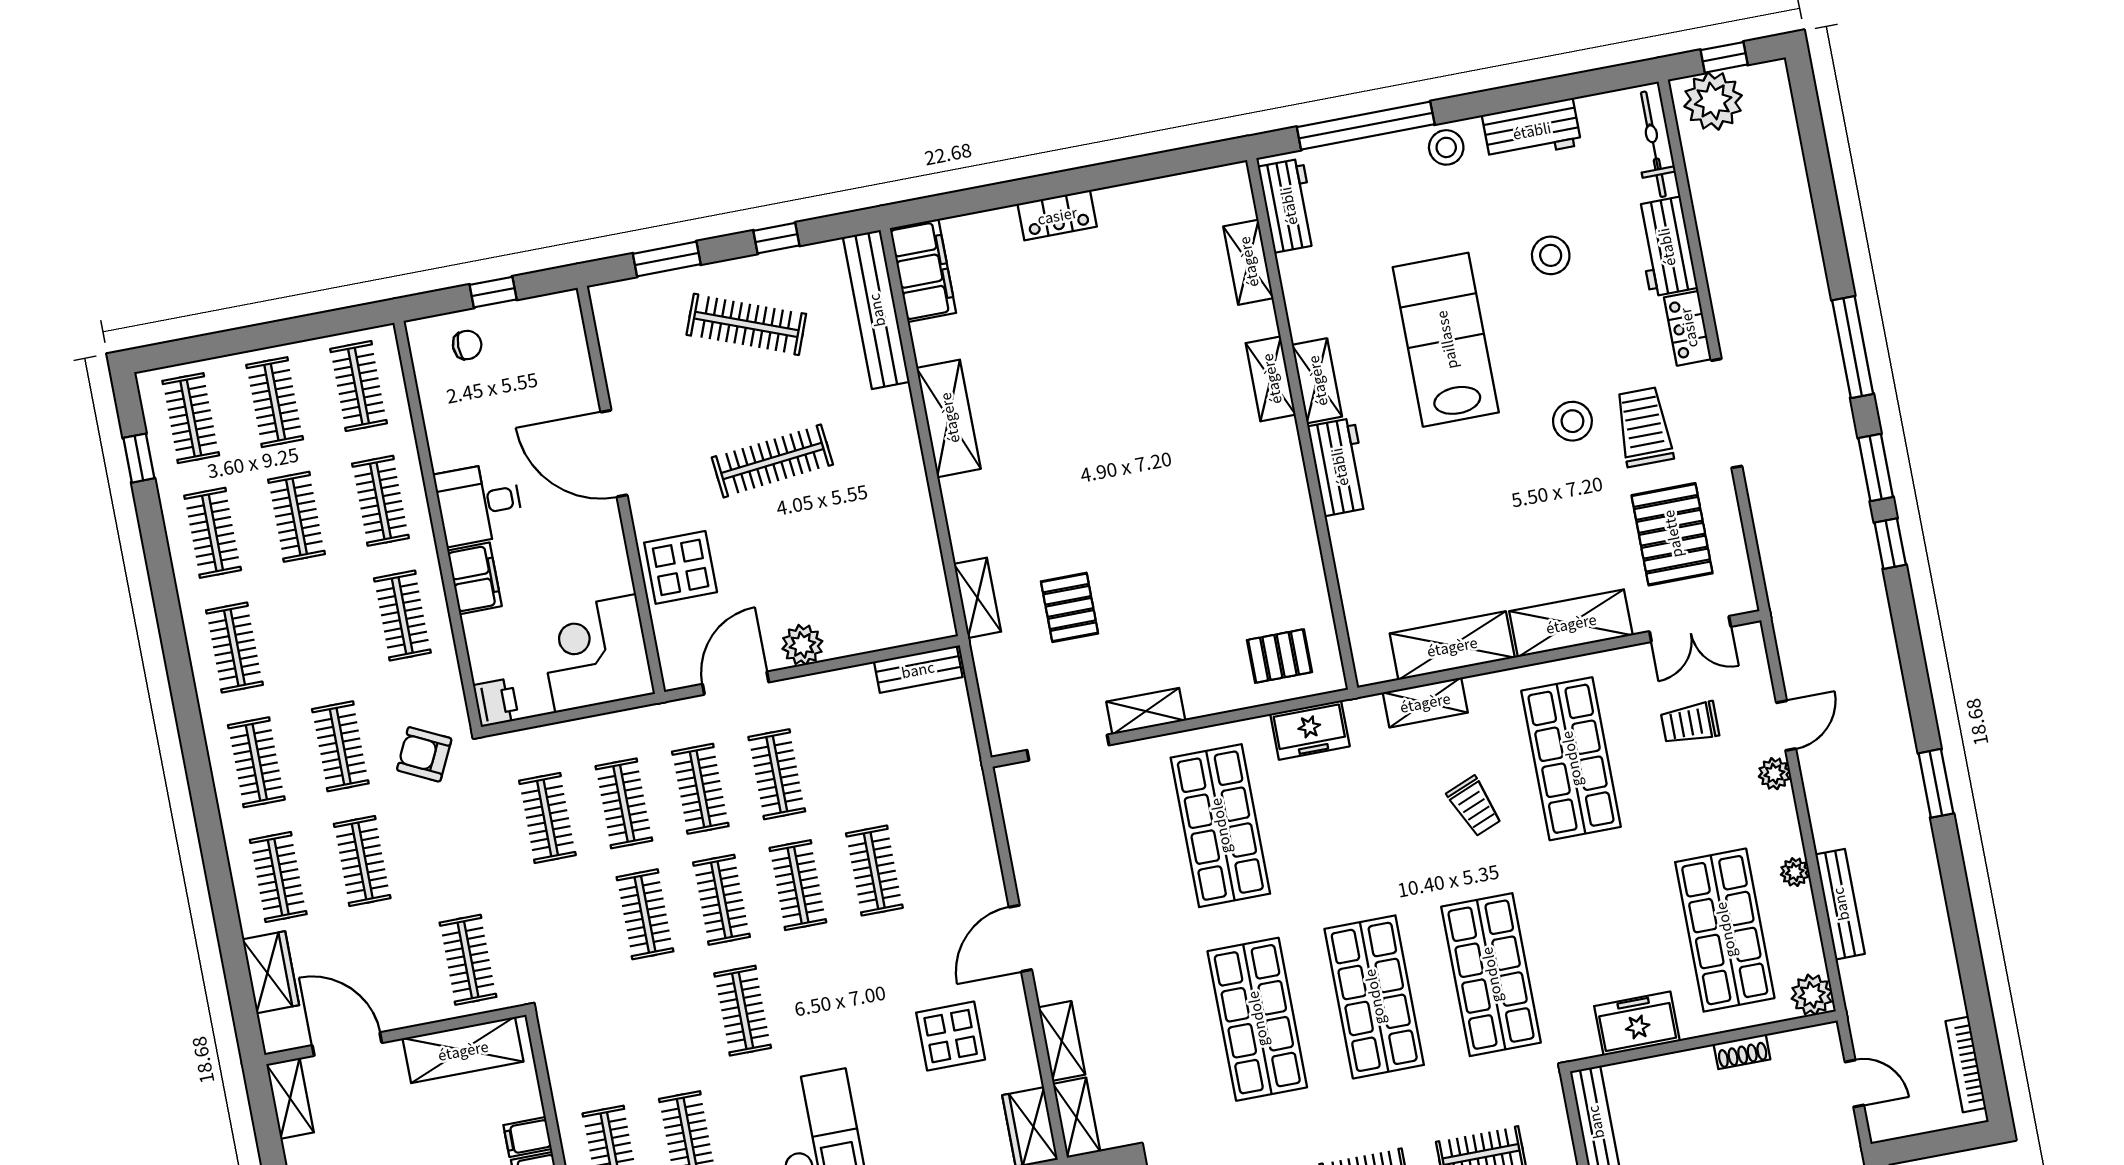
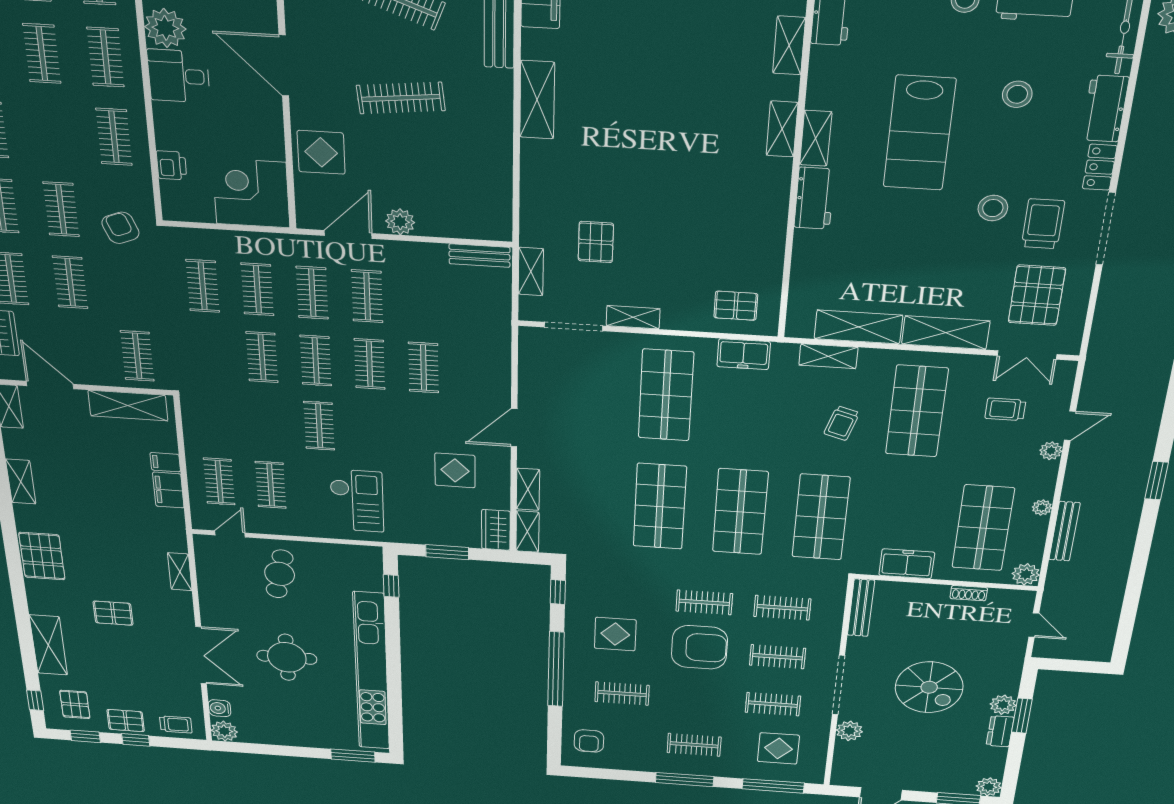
lab bench: (1446, 340) -> (919, 133), turned 180
plant: (454, 439) -> (165, 28), added
filing cabinet: (474, 578) -> (169, 125), removed
shelving: (977, 598) -> (531, 271), moved
printer: (496, 702) -> (172, 165), moved
armchair: (424, 754) -> (120, 228), turned 42
trolley: (1474, 806) -> (842, 423), turned 39
bookcase: (1966, 1064) -> (1109, 631), removed

